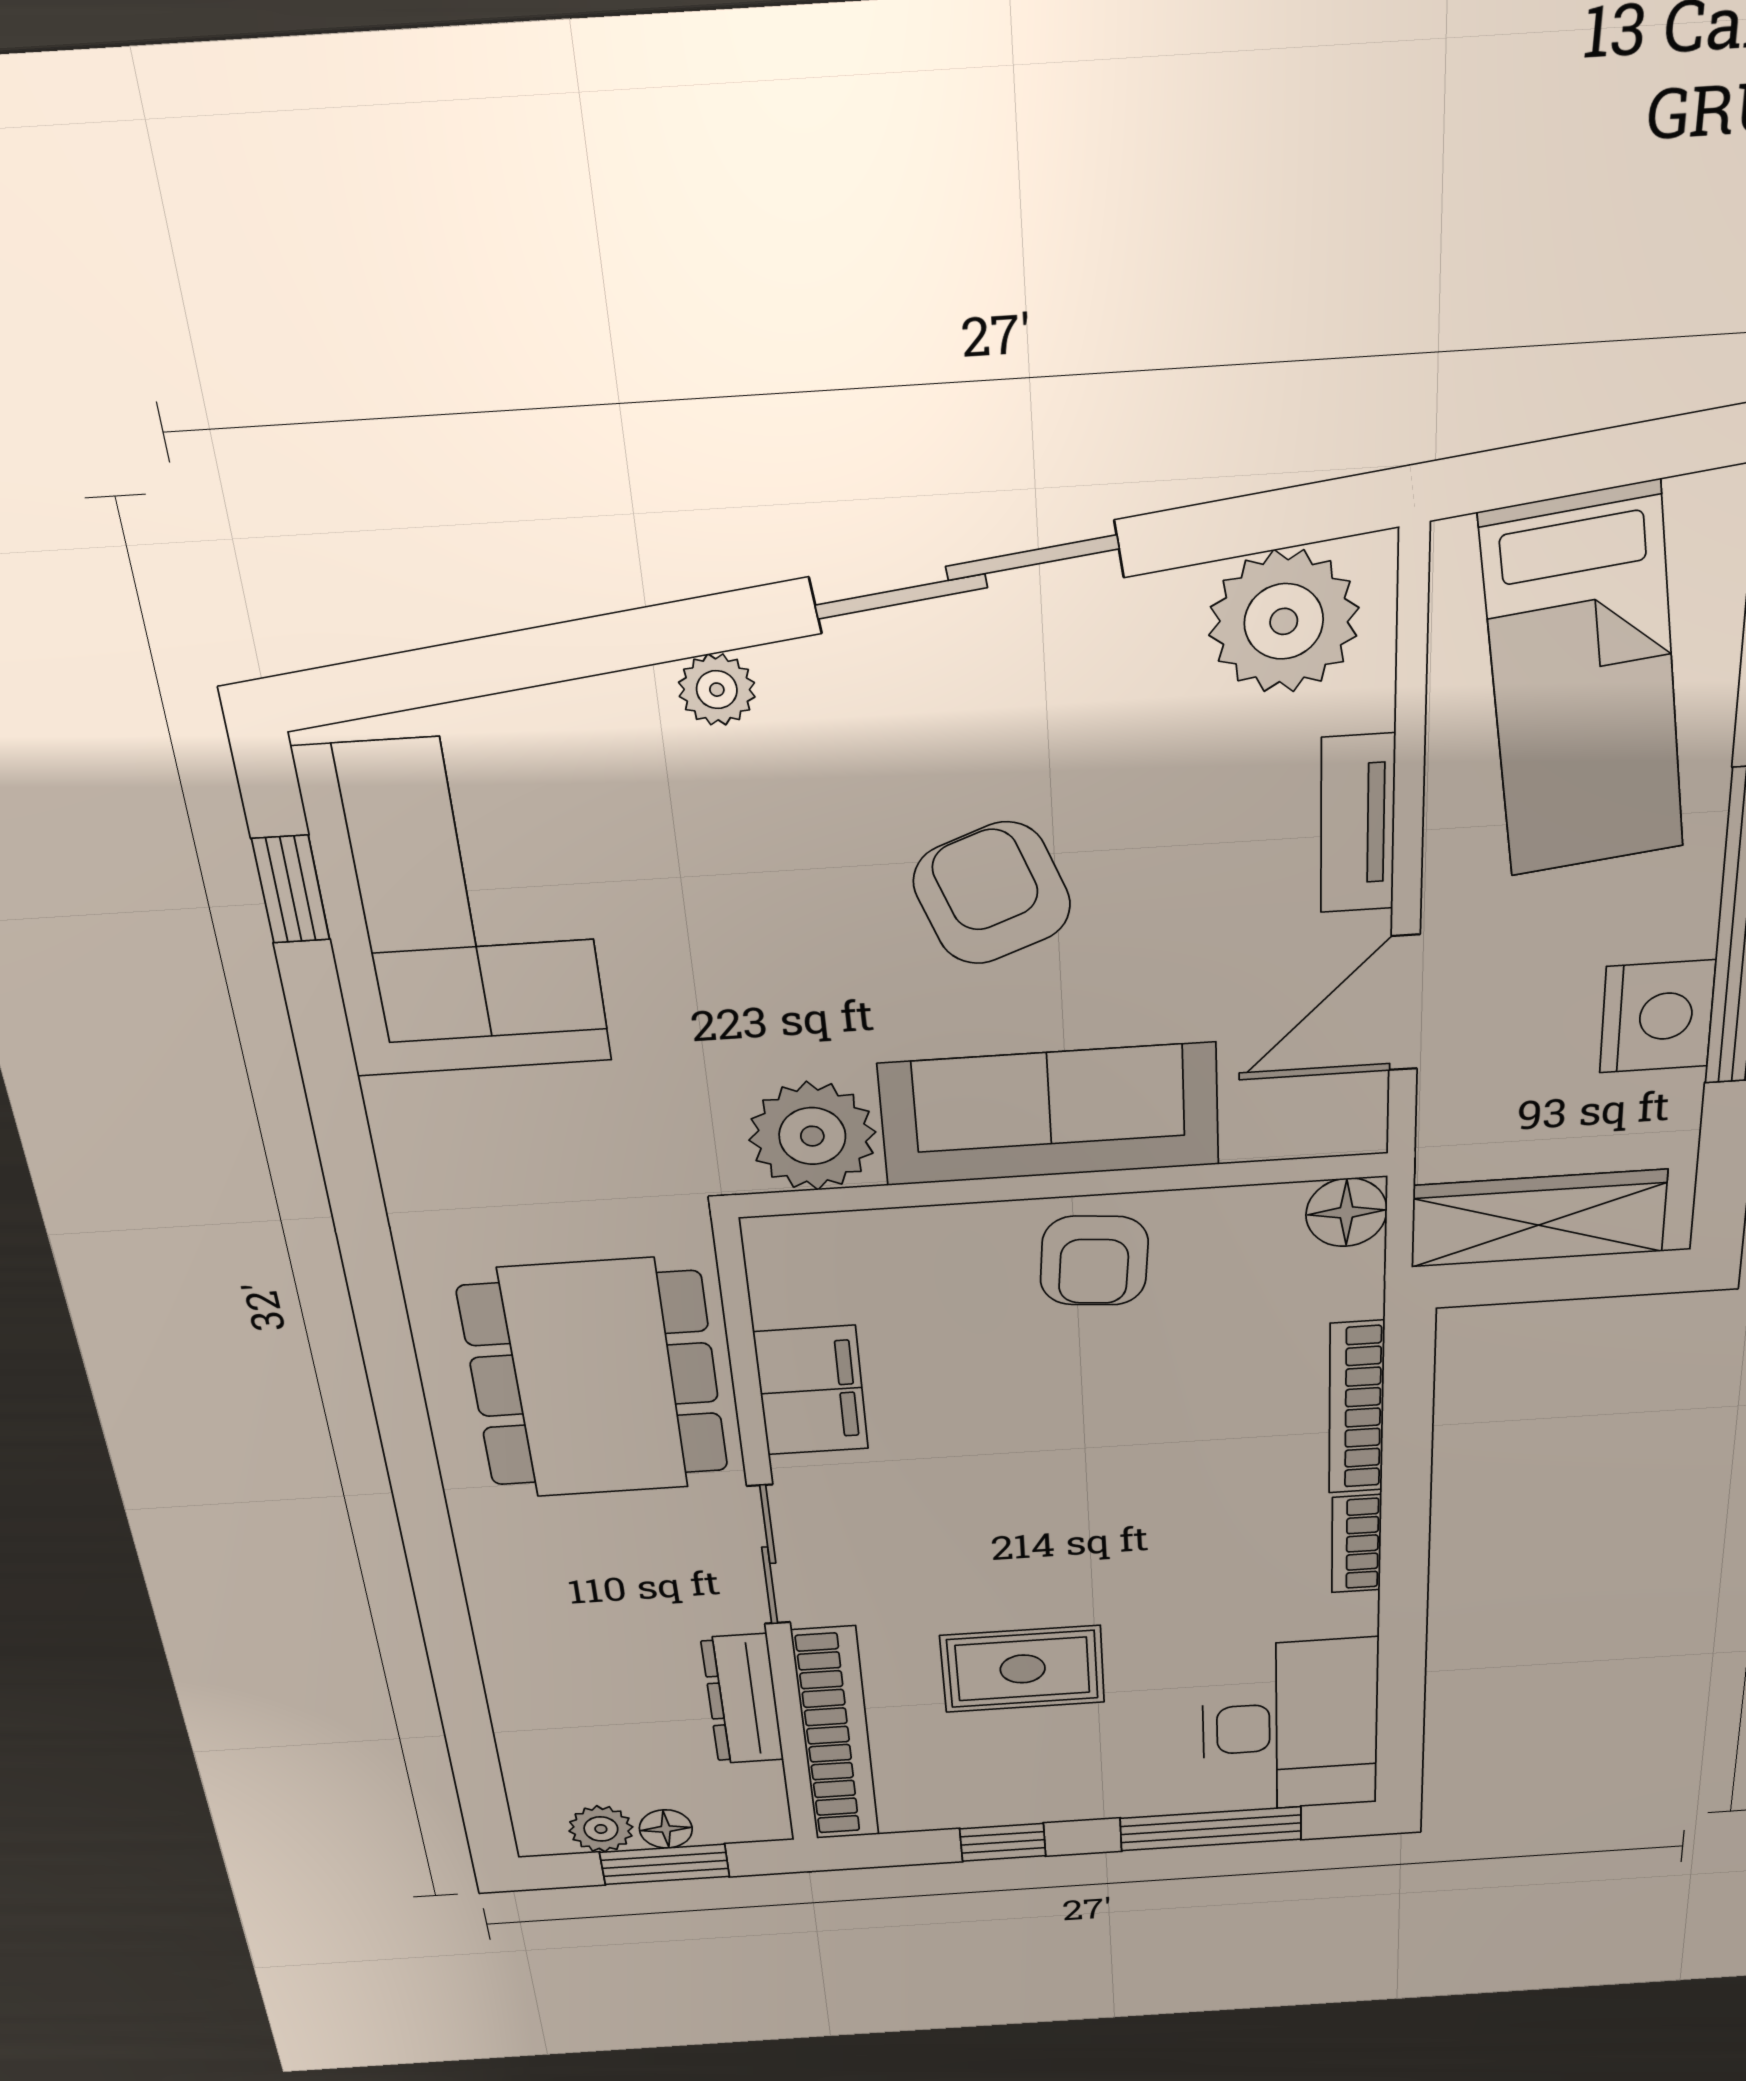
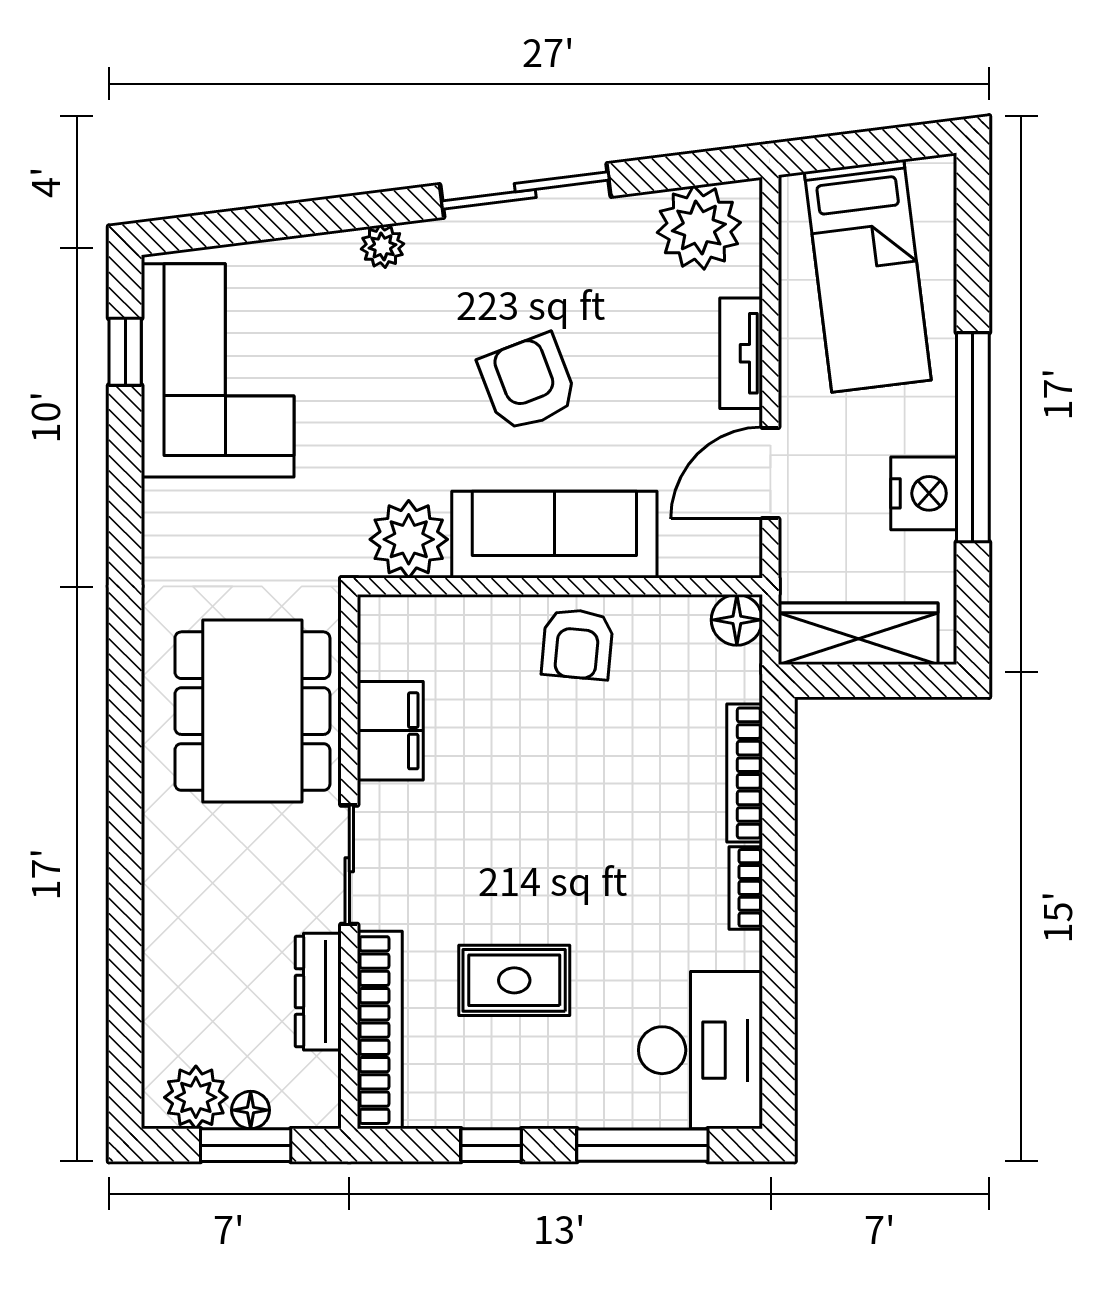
plant: (601, 1829) -> (196, 1097), width x1.38, depth x1.38

